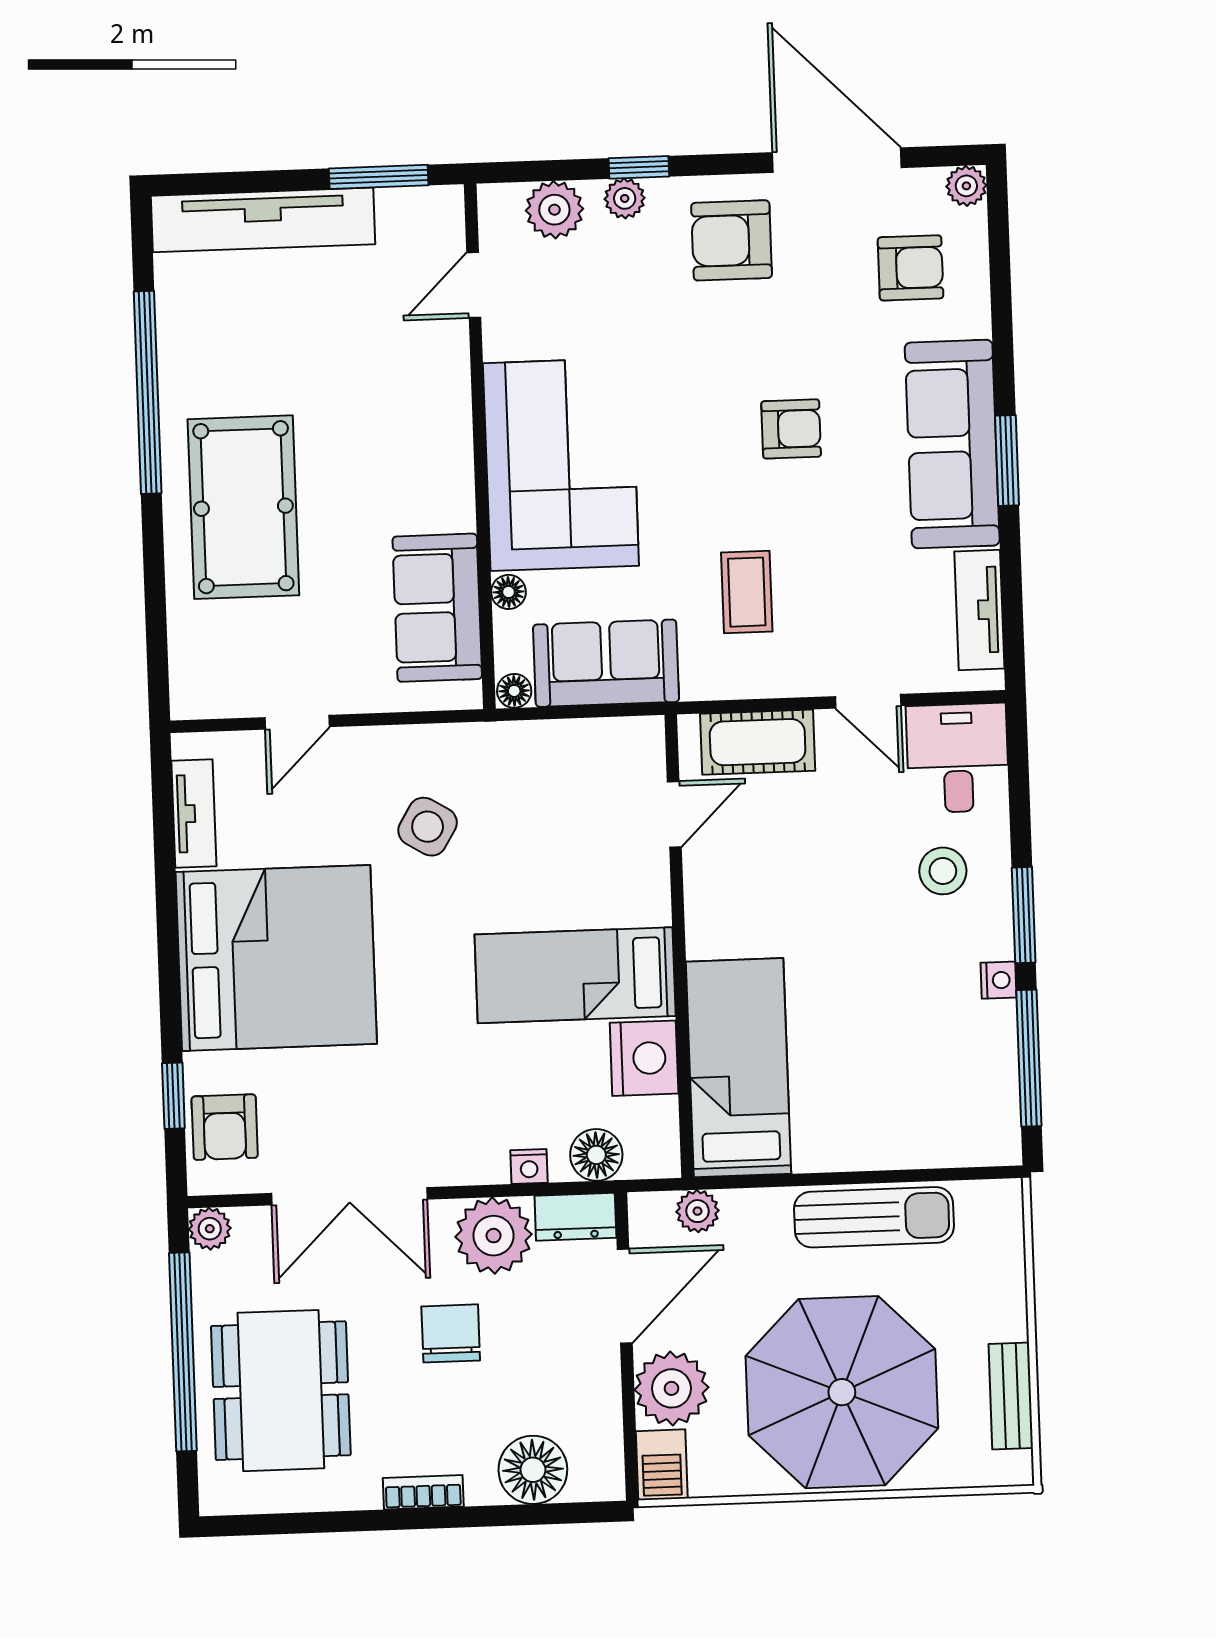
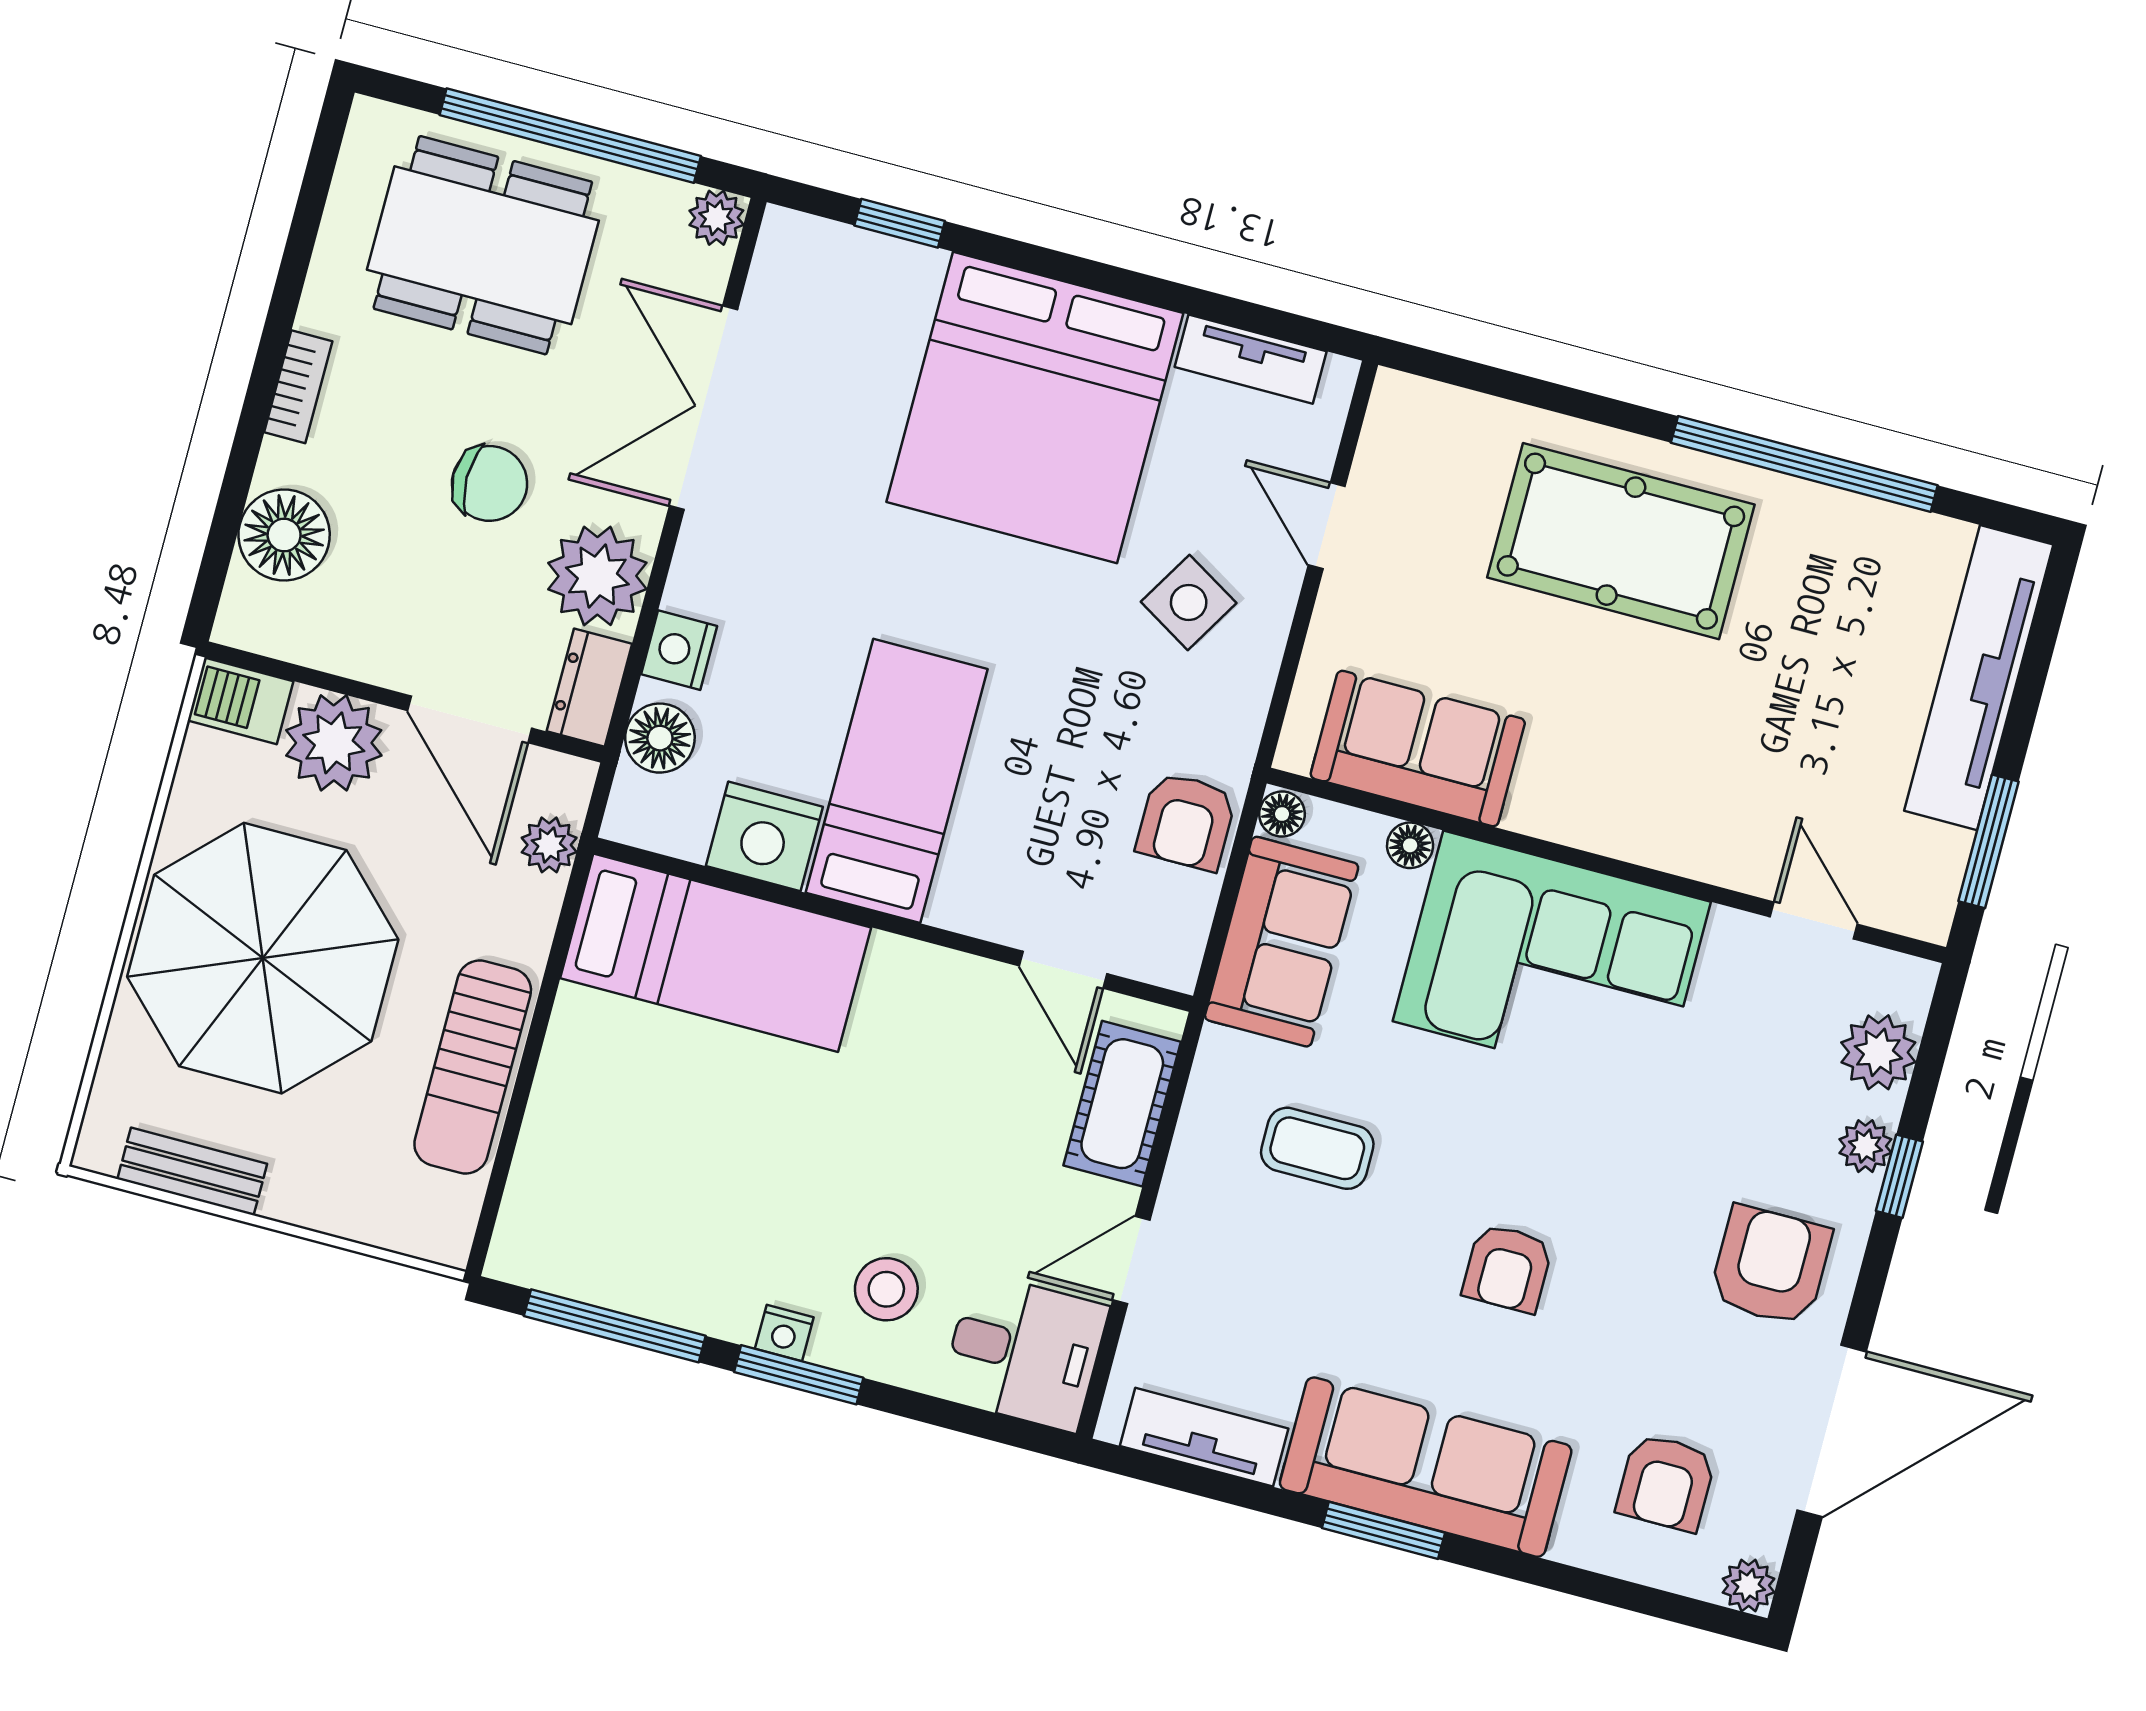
side table: (428, 827) -> (1189, 602), moved
nightstand: (998, 980) -> (784, 1333), moved
armchair: (225, 1127) -> (1186, 821), moved, turned -90
nightstand: (529, 1166) -> (679, 650), width x1.39, depth x1.35

